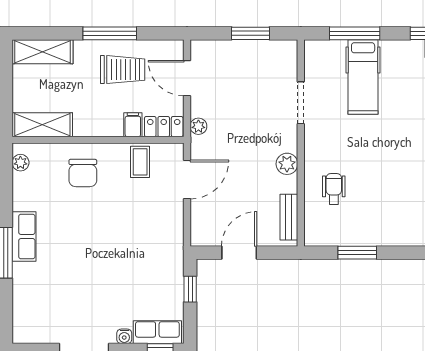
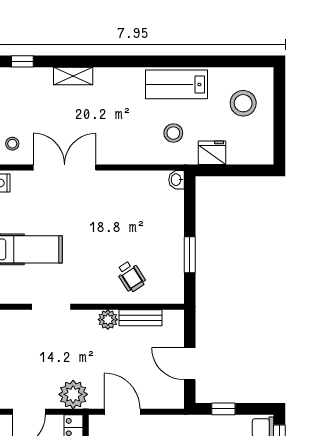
plant: (198, 126) -> (73, 394), width x1.88, depth x1.88
wheelchair: (334, 189) -> (131, 276), turned -123
bench: (289, 217) -> (141, 318), moved

